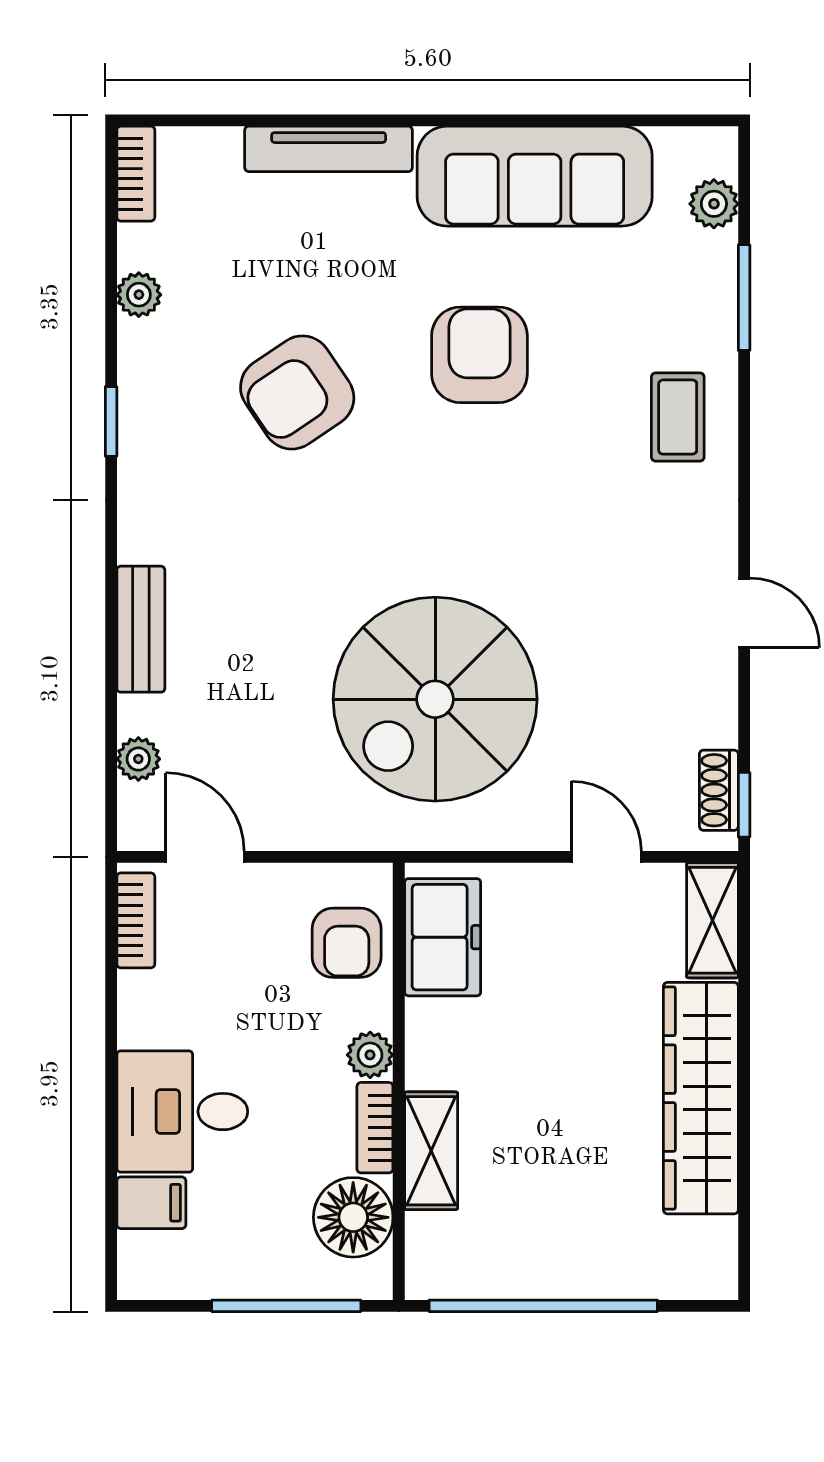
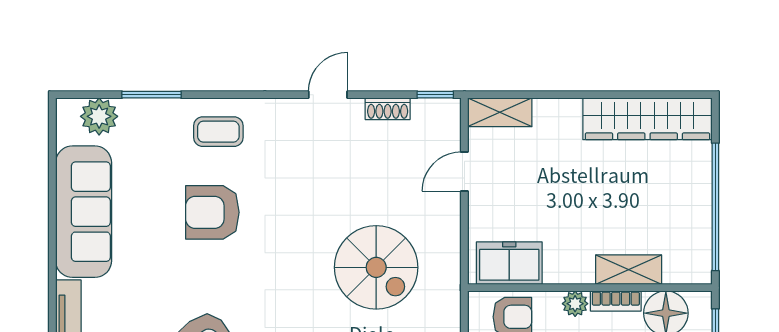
plant: (714, 204) -> (99, 116), width x1.38, depth x1.38
armchair: (479, 355) -> (212, 212), moved
spiral stairs: (435, 699) -> (376, 267), width x0.73, depth x0.73
shoe rack: (719, 790) -> (388, 109), moved
wardrobe: (701, 1098) -> (647, 119), moved

